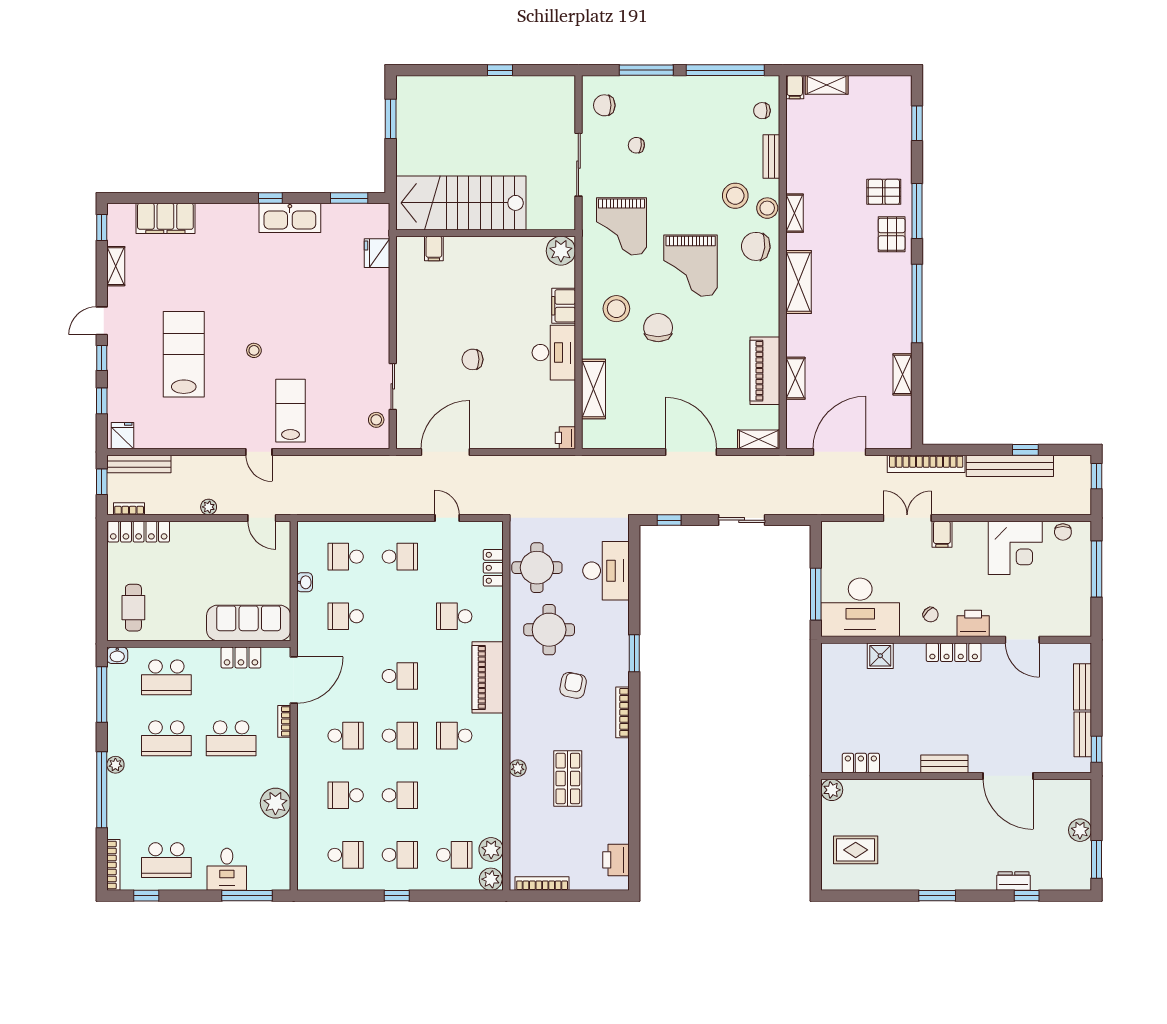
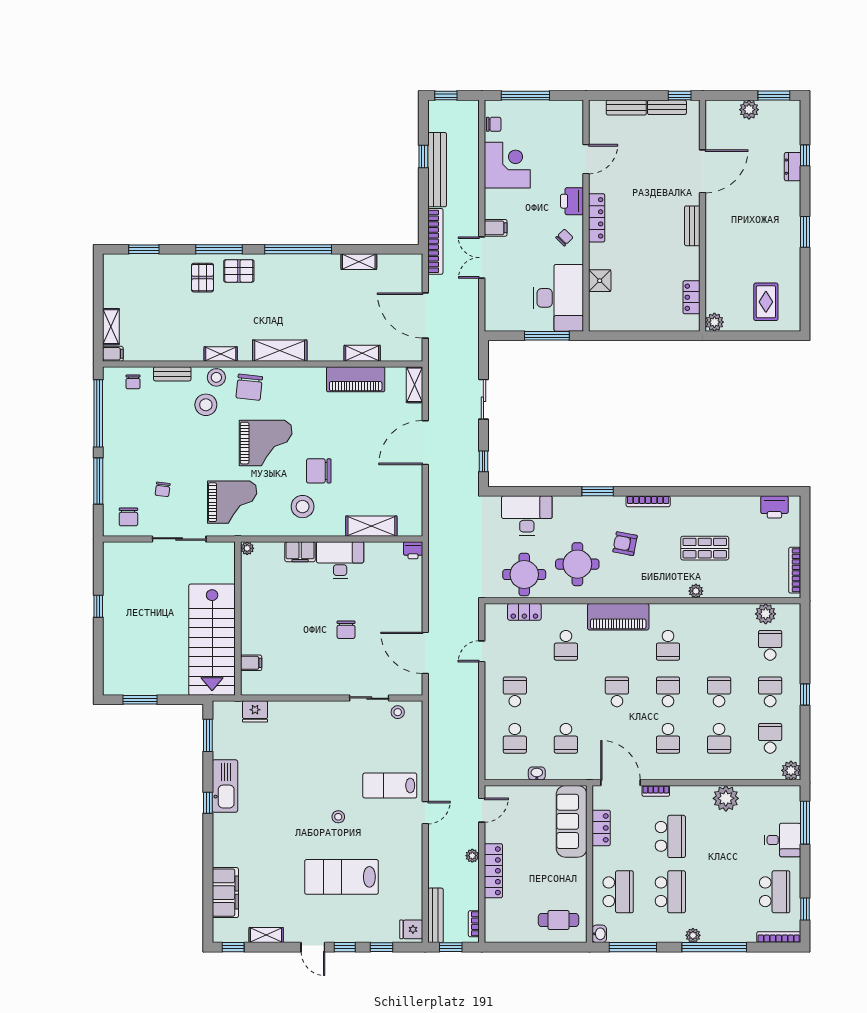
plant: (561, 251) -> (247, 548), width x0.53, depth x0.53
locker: (139, 532) -> (493, 871), moved
school desk: (346, 736) -> (668, 738), turned 180
plant: (491, 879) -> (791, 770), moved

